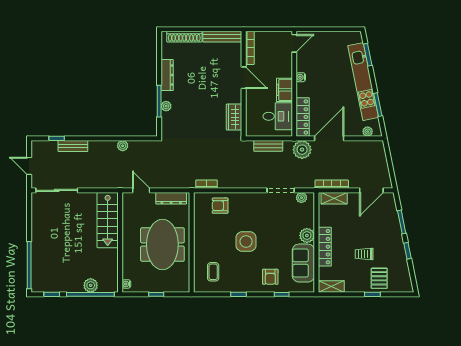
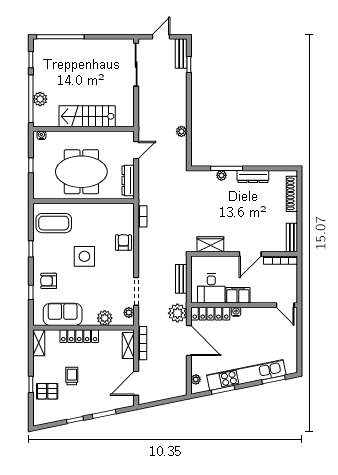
bench: (222, 37) -> (292, 237), width x0.73
water cooler: (301, 77) -> (236, 312), moved
bench: (73, 146) -> (181, 54), moved
door: (371, 190) -> (136, 383), hinge flipped
armchair: (220, 206) -> (123, 243), moved
stairs: (108, 220) -> (87, 116), moved
plant: (307, 235) -> (105, 318), moved
coffee table: (213, 272) -> (54, 223), width x1.86, depth x1.72

